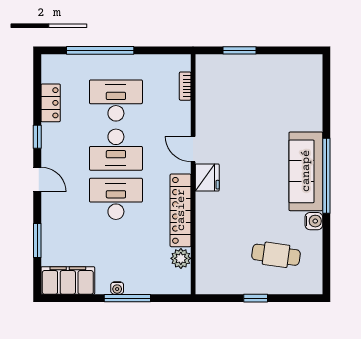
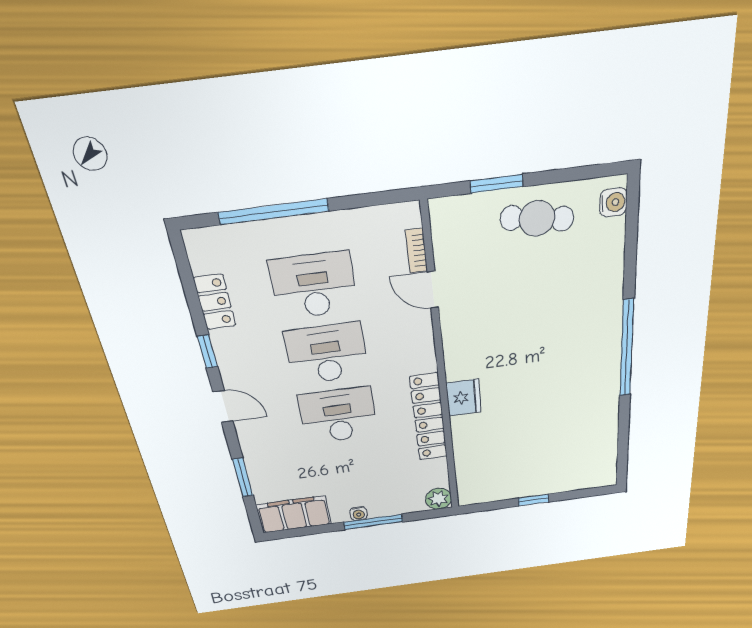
door: (193, 149) -> (433, 290), moved
desk: (116, 150) -> (327, 354), turned 180
sofa: (306, 171) -> (598, 347), removed
fridge: (207, 178) -> (464, 398), moved
water cooler: (314, 221) -> (613, 202), moved
cafe table: (276, 255) -> (537, 218), moved
plant: (181, 258) -> (439, 499), moved

